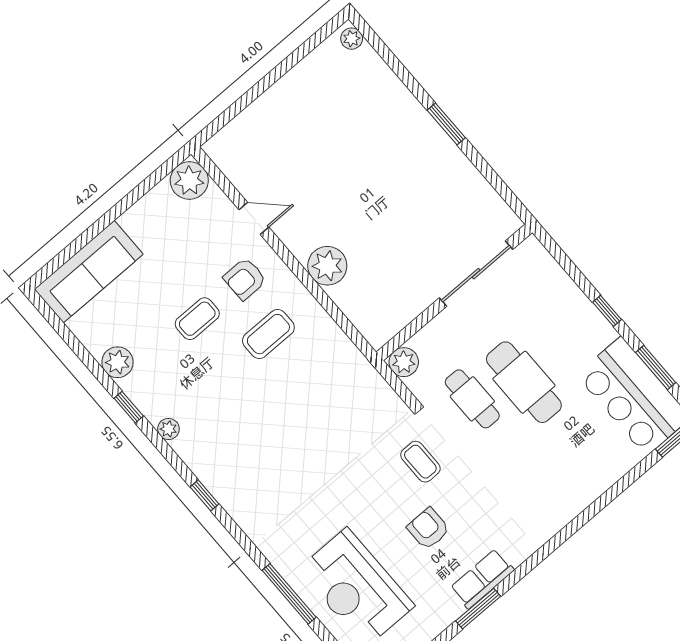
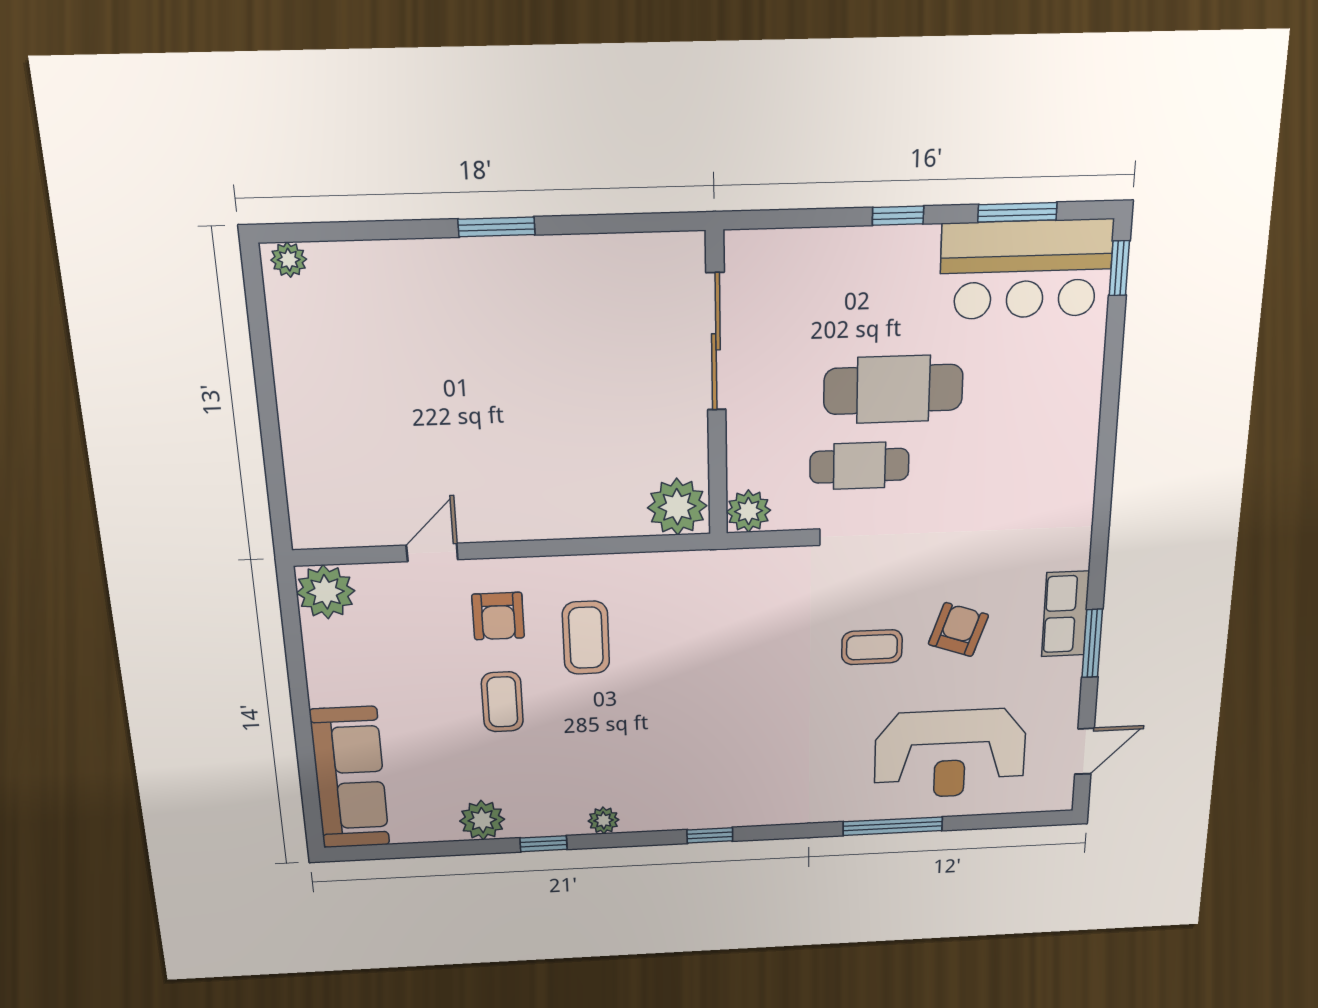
plant: (327, 266) -> (677, 507), moved
coffee table: (420, 462) -> (872, 647), moved
armchair: (428, 529) -> (958, 630), turned 109

